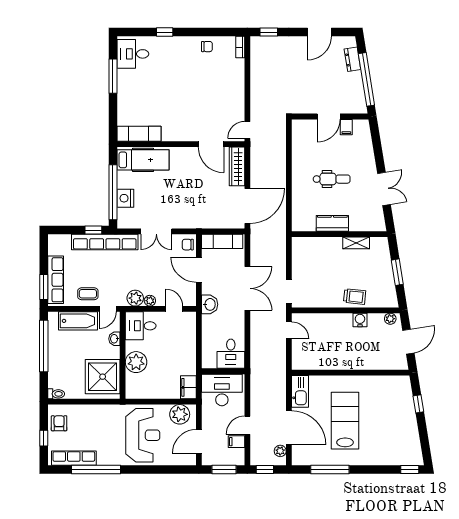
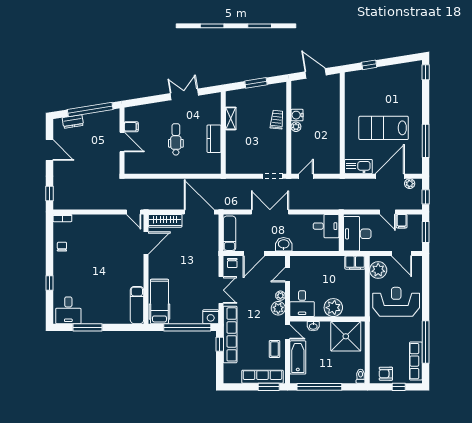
nightstand: (125, 198) -> (211, 317), moved
plant: (390, 319) -> (296, 127), moved

